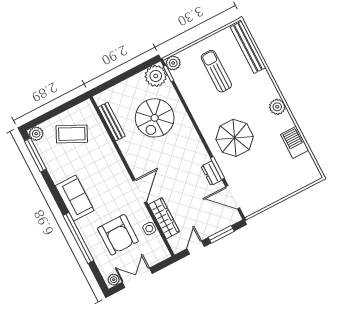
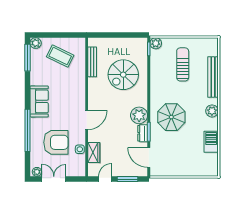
bench: (248, 47) -> (213, 77), moved
plant: (156, 76) -> (139, 115), moved
wardrobe: (164, 218) -> (94, 152), width x0.67
armchair: (118, 235) -> (56, 142), turned -90

